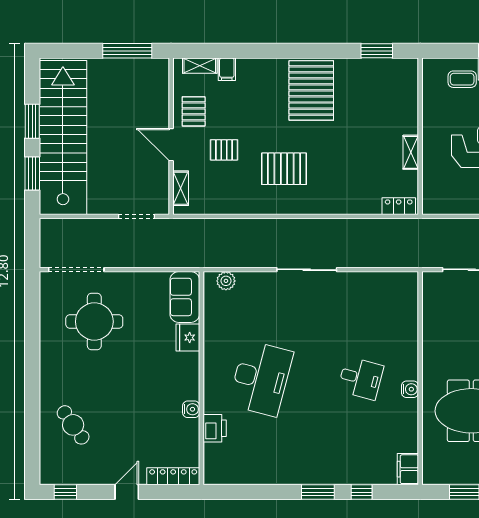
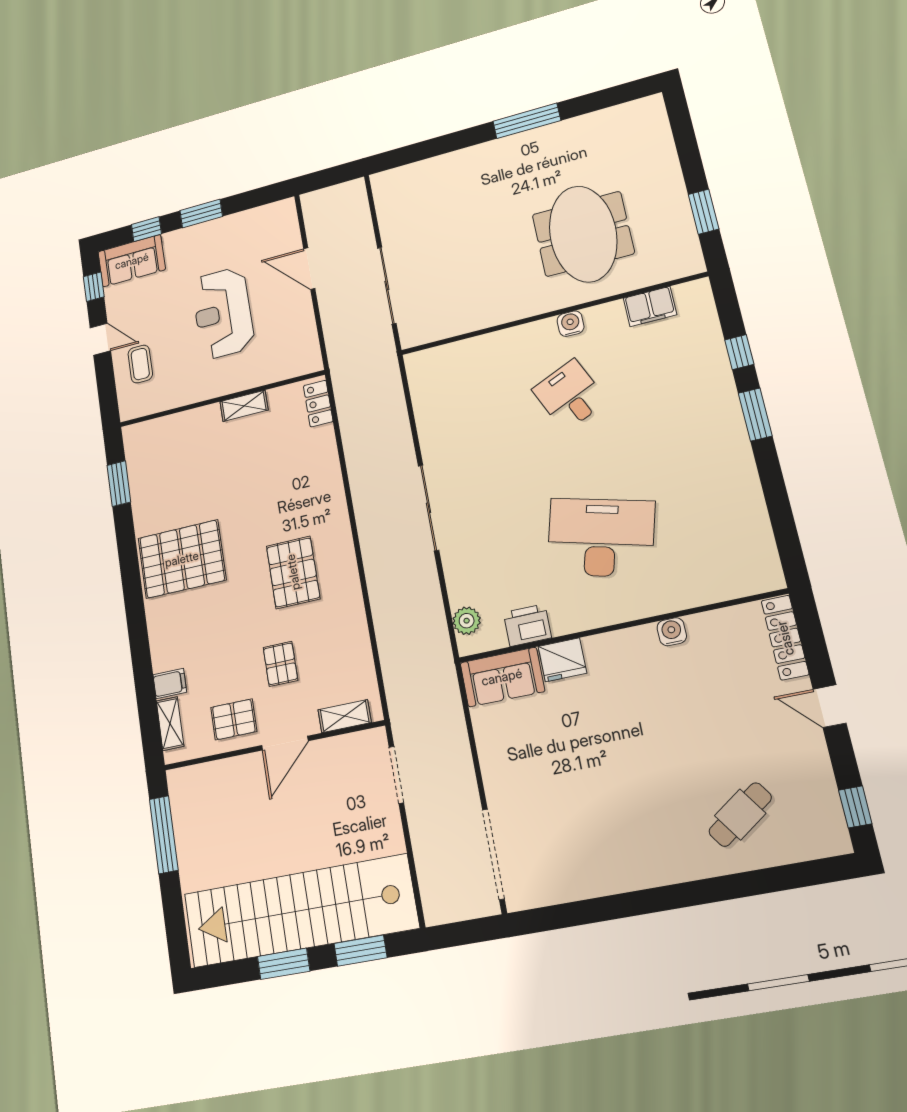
round table: (94, 322) -> (568, 810), removed
desk: (361, 378) -> (570, 395), turned -39
printer: (215, 428) -> (527, 625), moved
filing cabinet: (408, 469) -> (650, 307), moved

